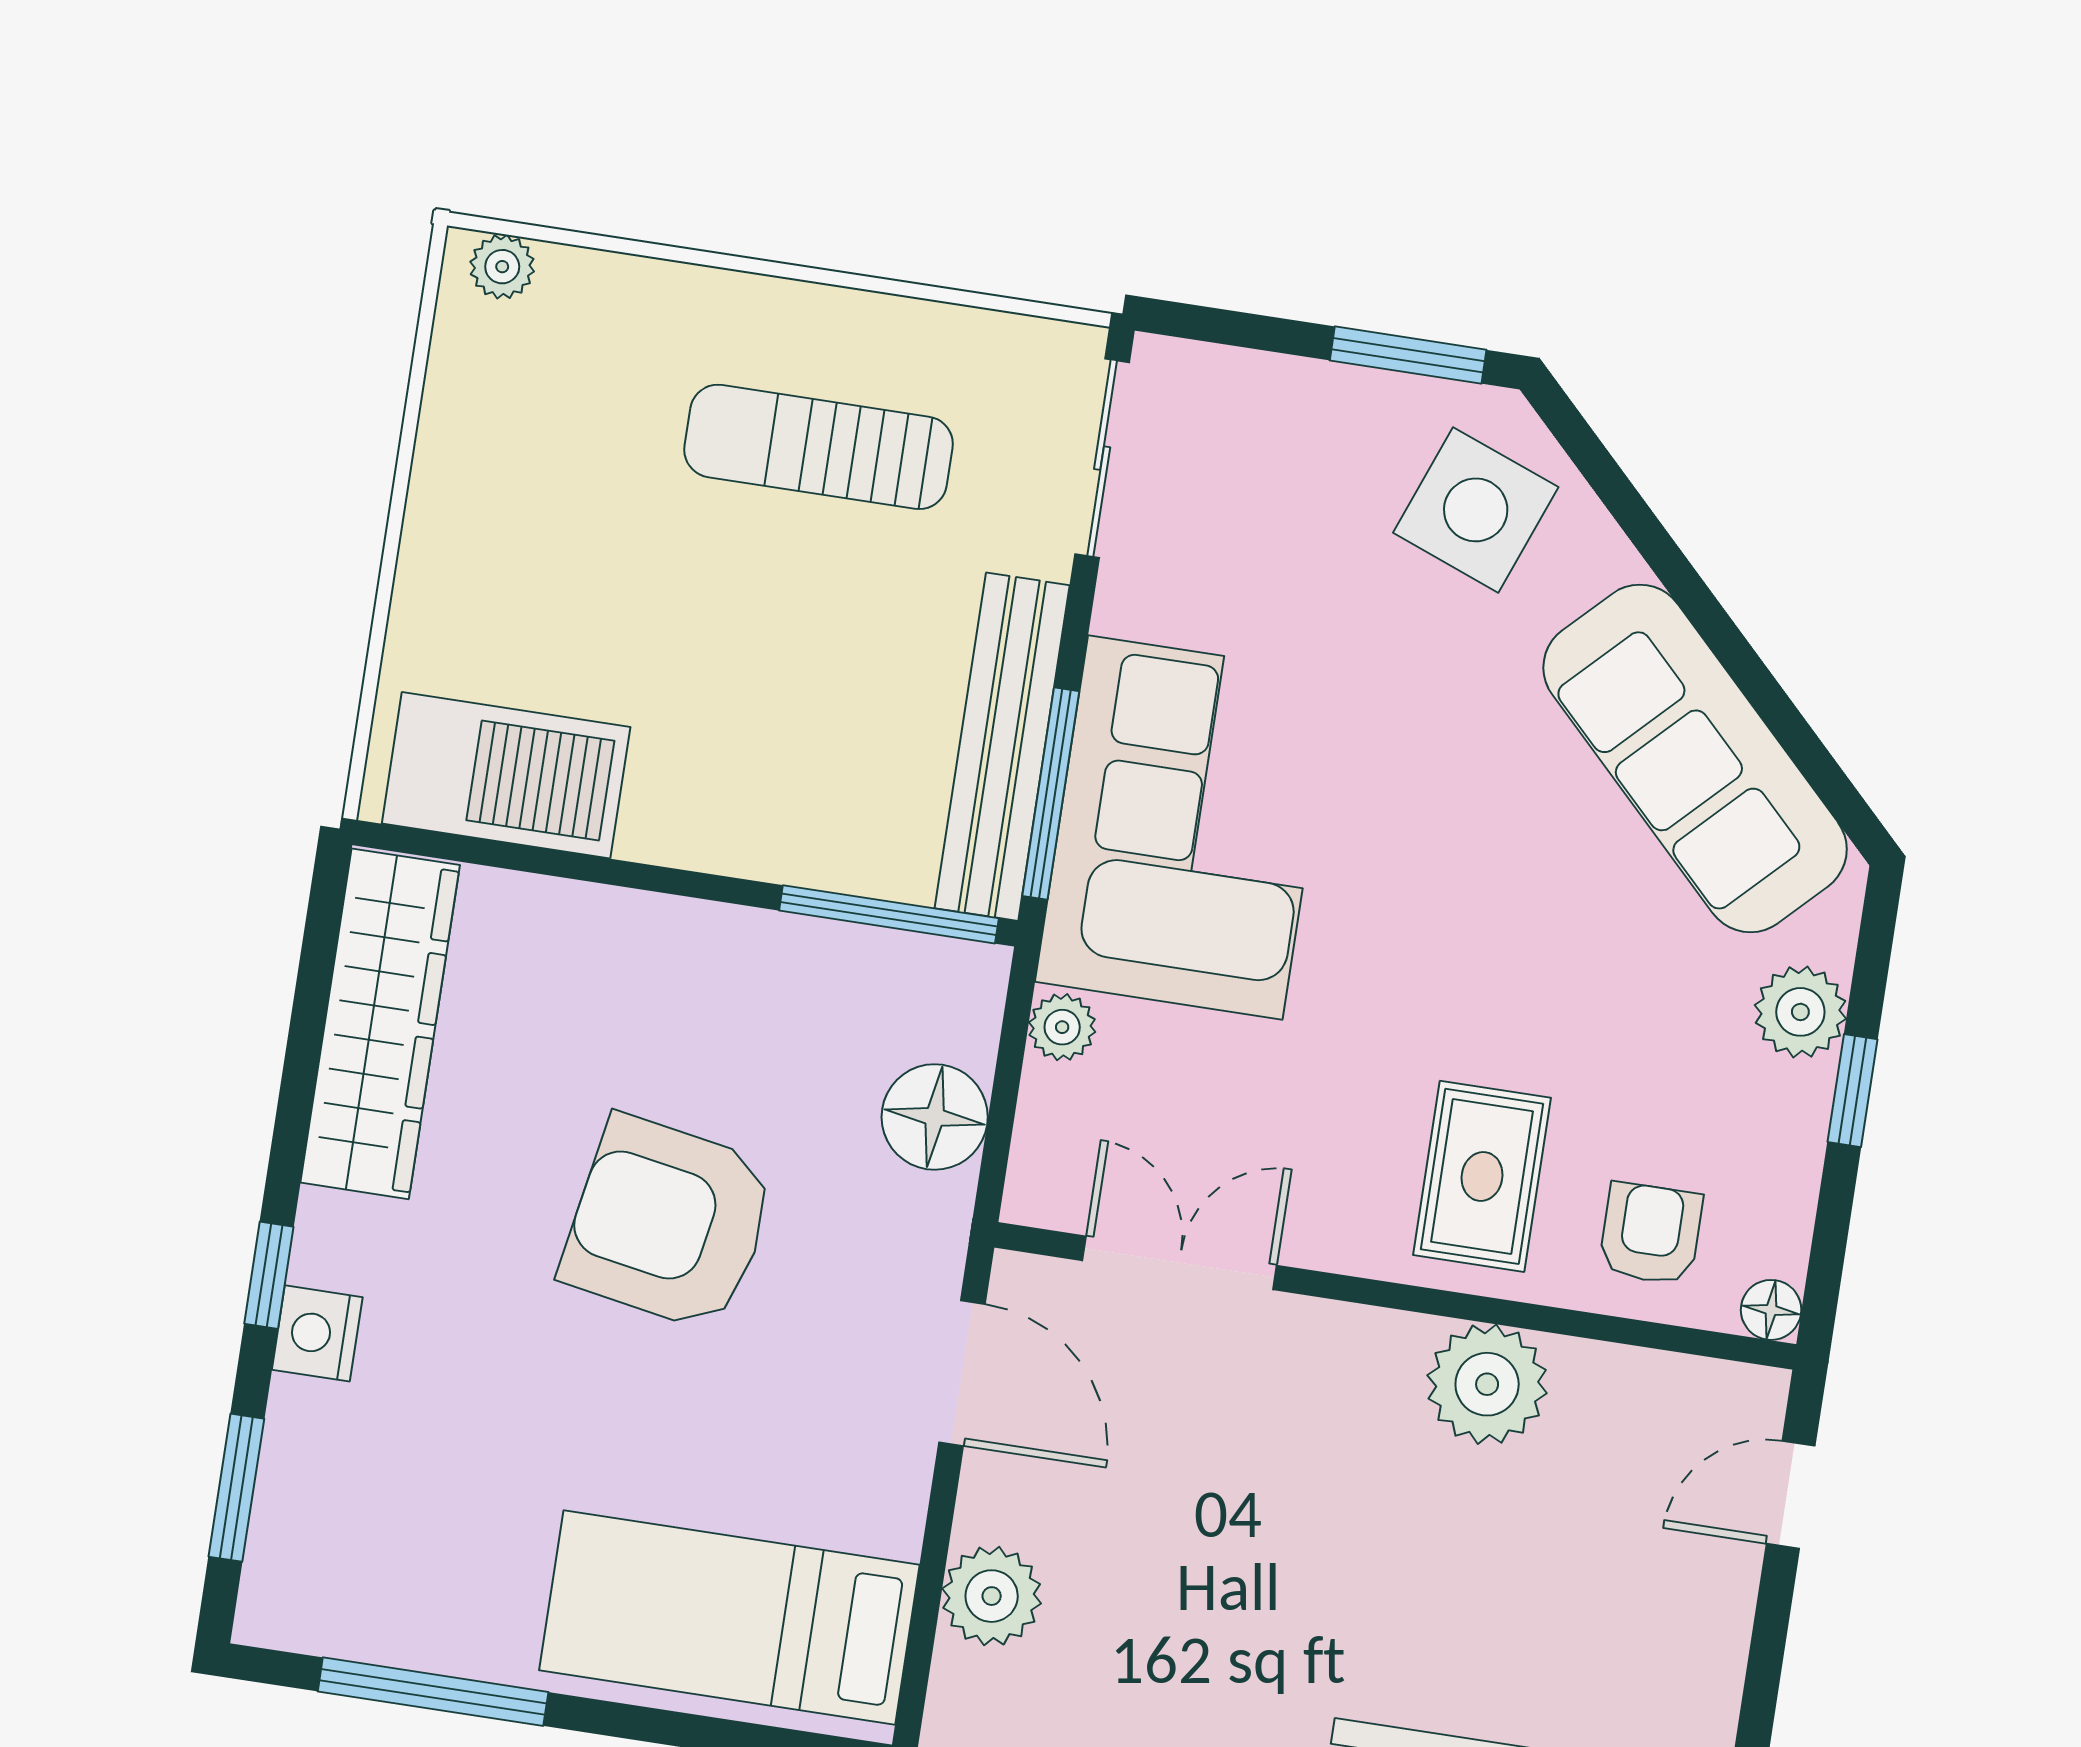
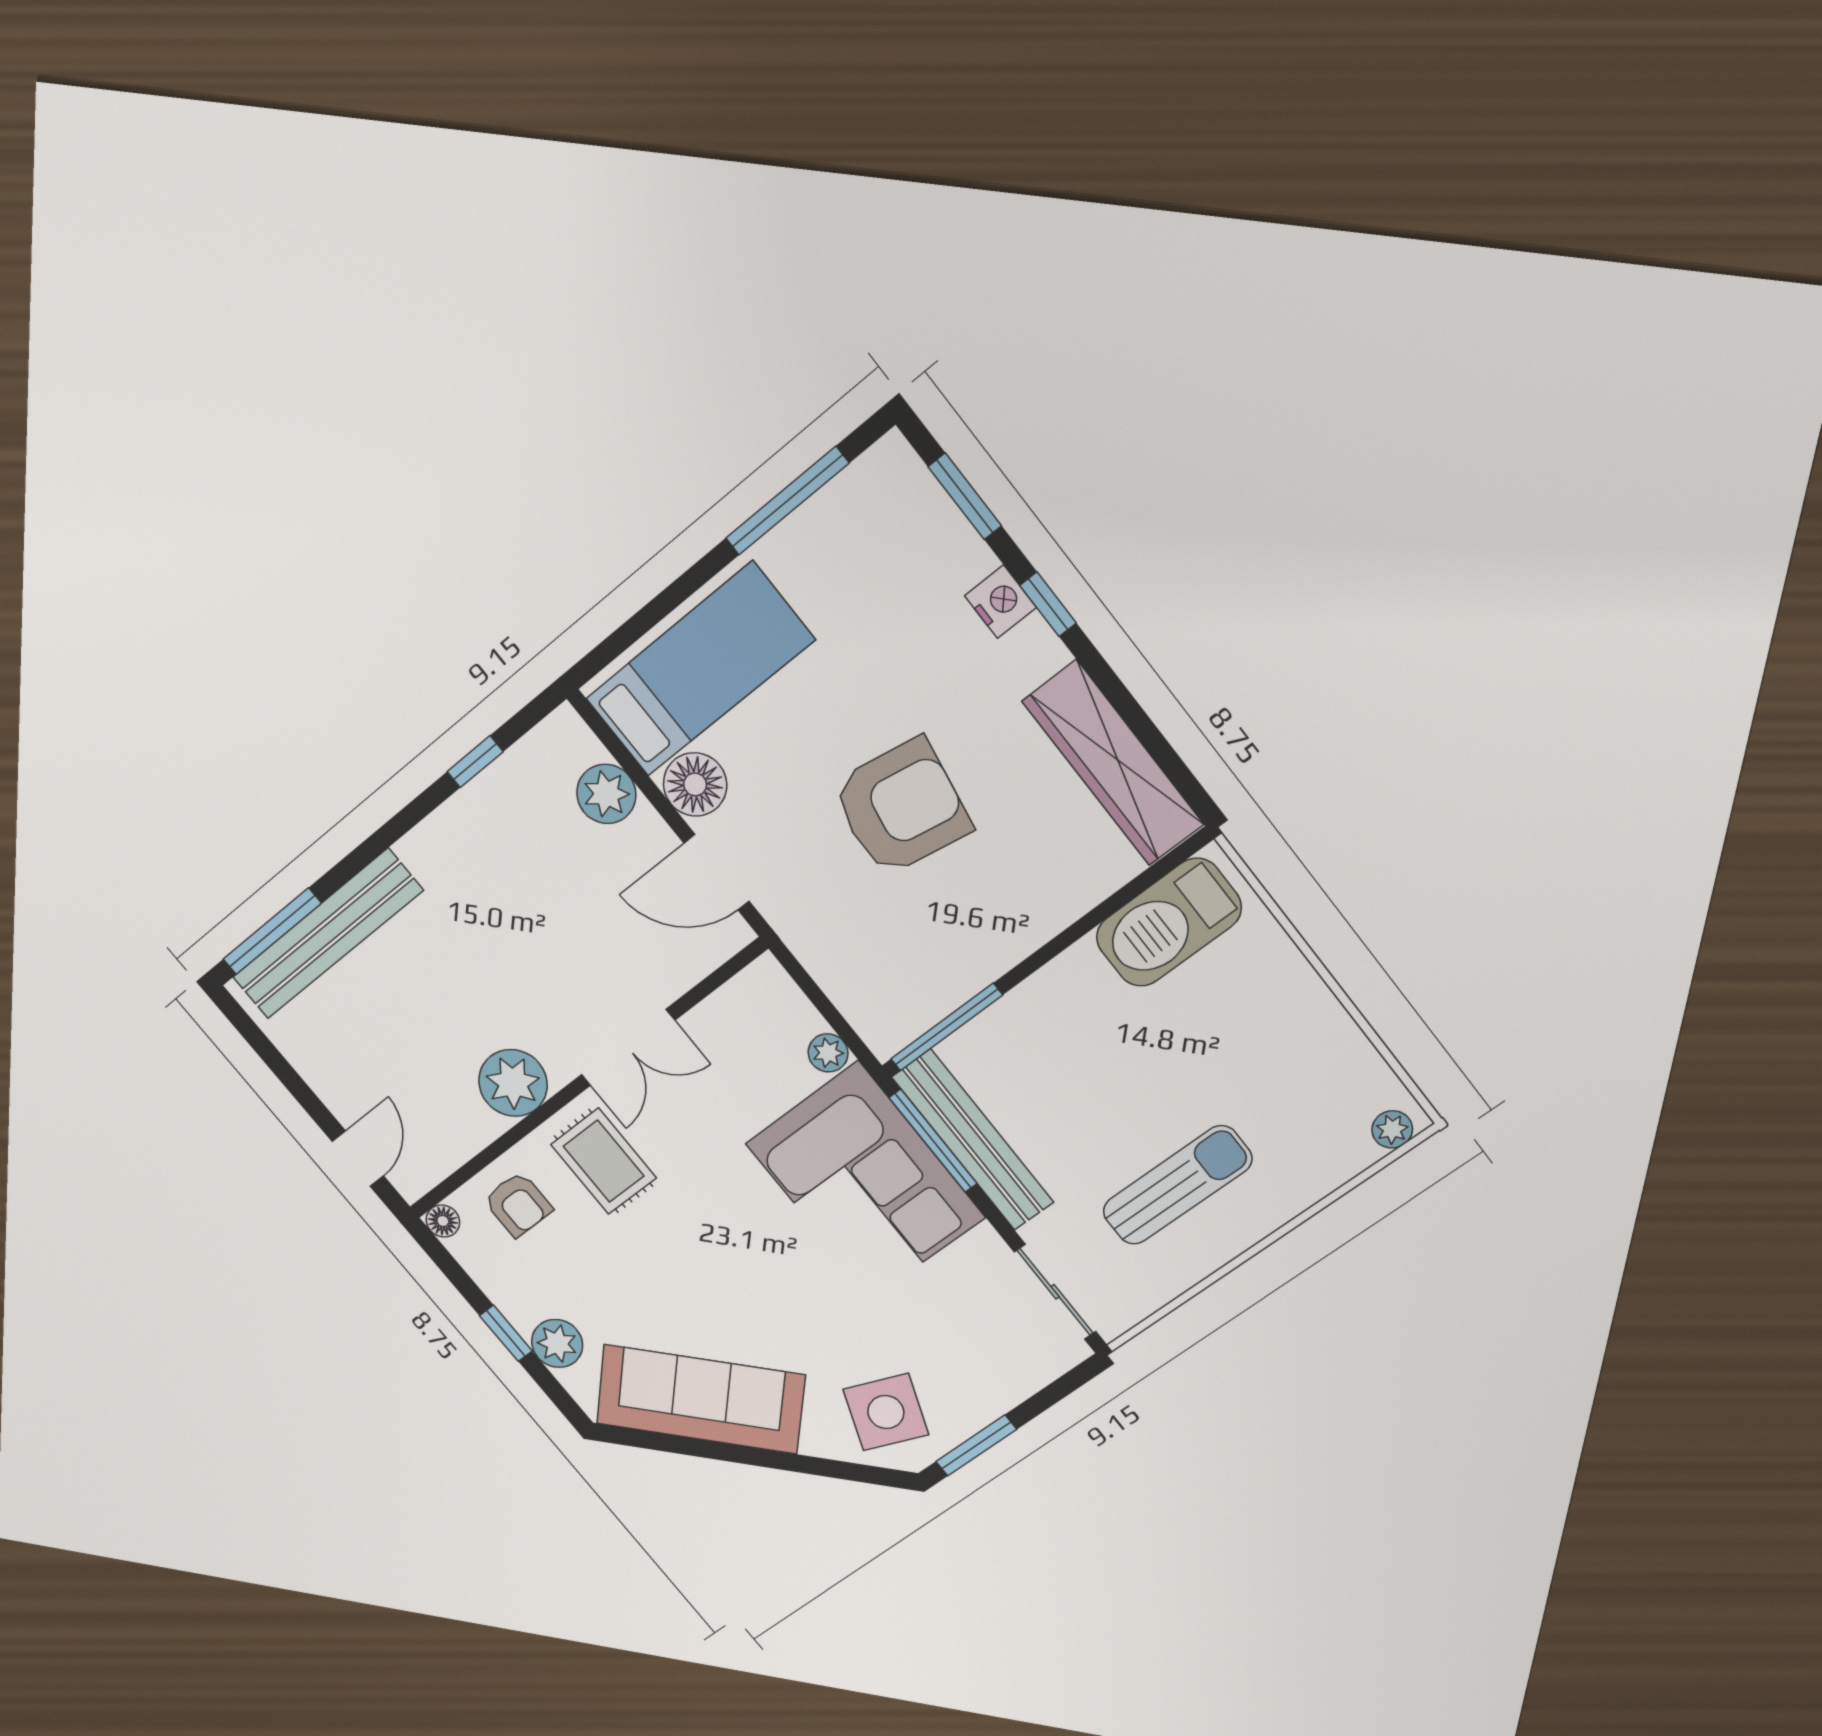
floor lamp: (935, 1117) -> (695, 784), moved
double door: (1180, 1263) -> (628, 1047), moved

